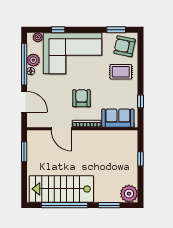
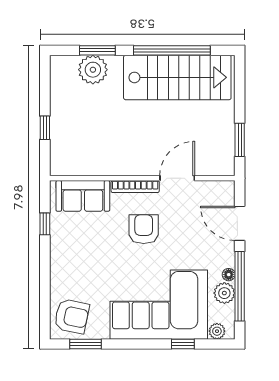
rug: (121, 72) -> (78, 274), removed
armchair: (82, 98) -> (144, 229), turned 180
door: (61, 129) -> (177, 178), hinge flipped
plant: (129, 194) -> (93, 70), moved

